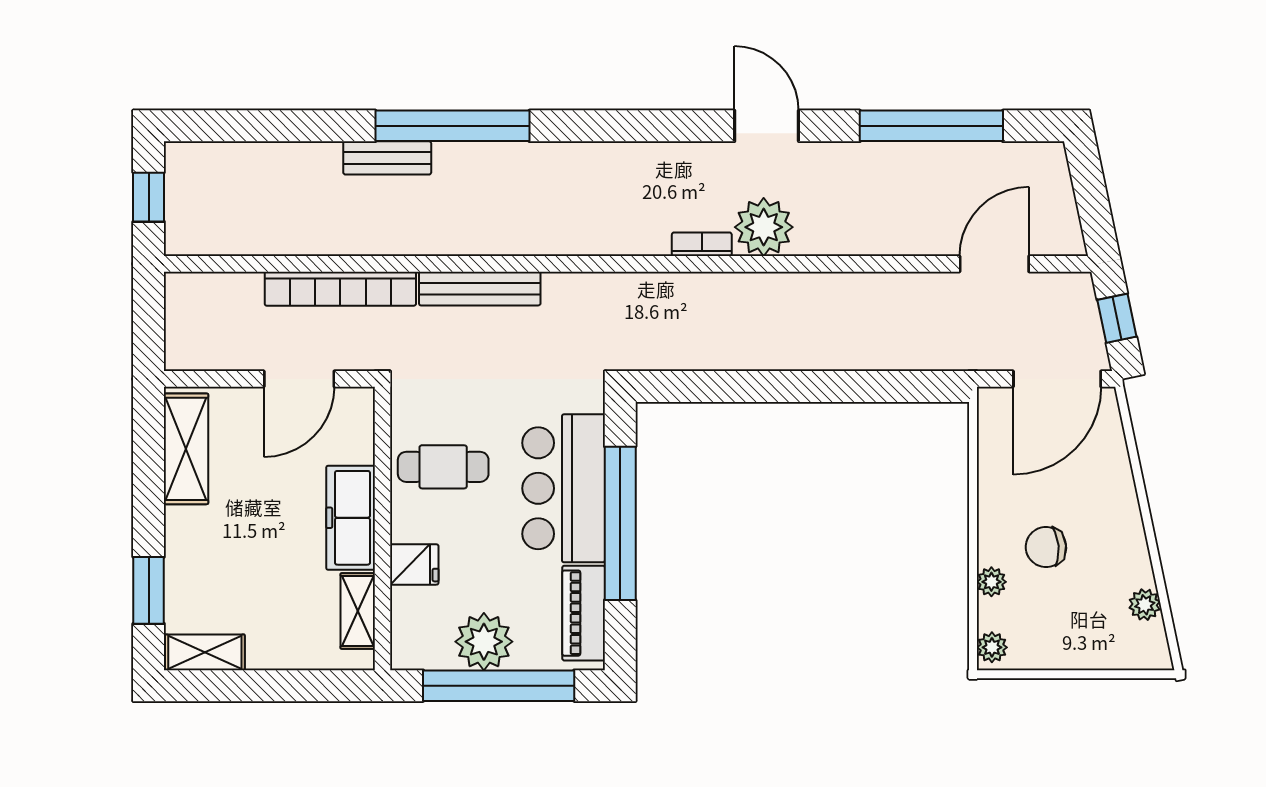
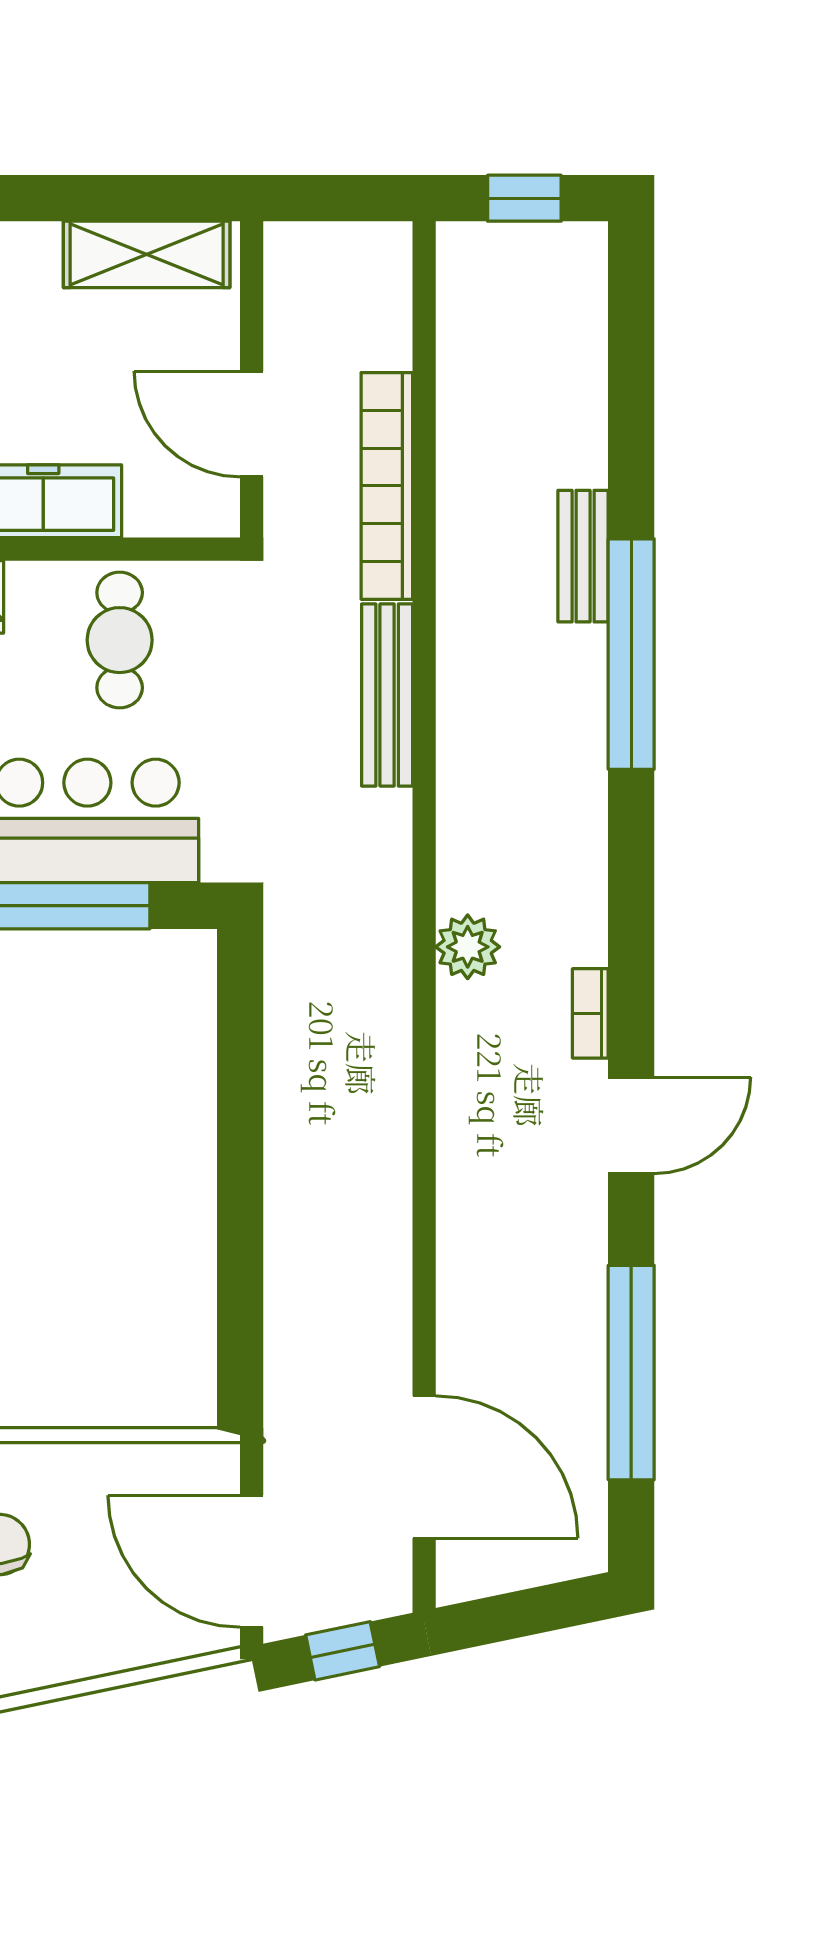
plant: (764, 227) -> (468, 947), moved, width x0.73, depth x0.73
bookcase: (702, 244) -> (590, 1013), moved, turned 180
door: (994, 264) -> (424, 1467), width x1.36

